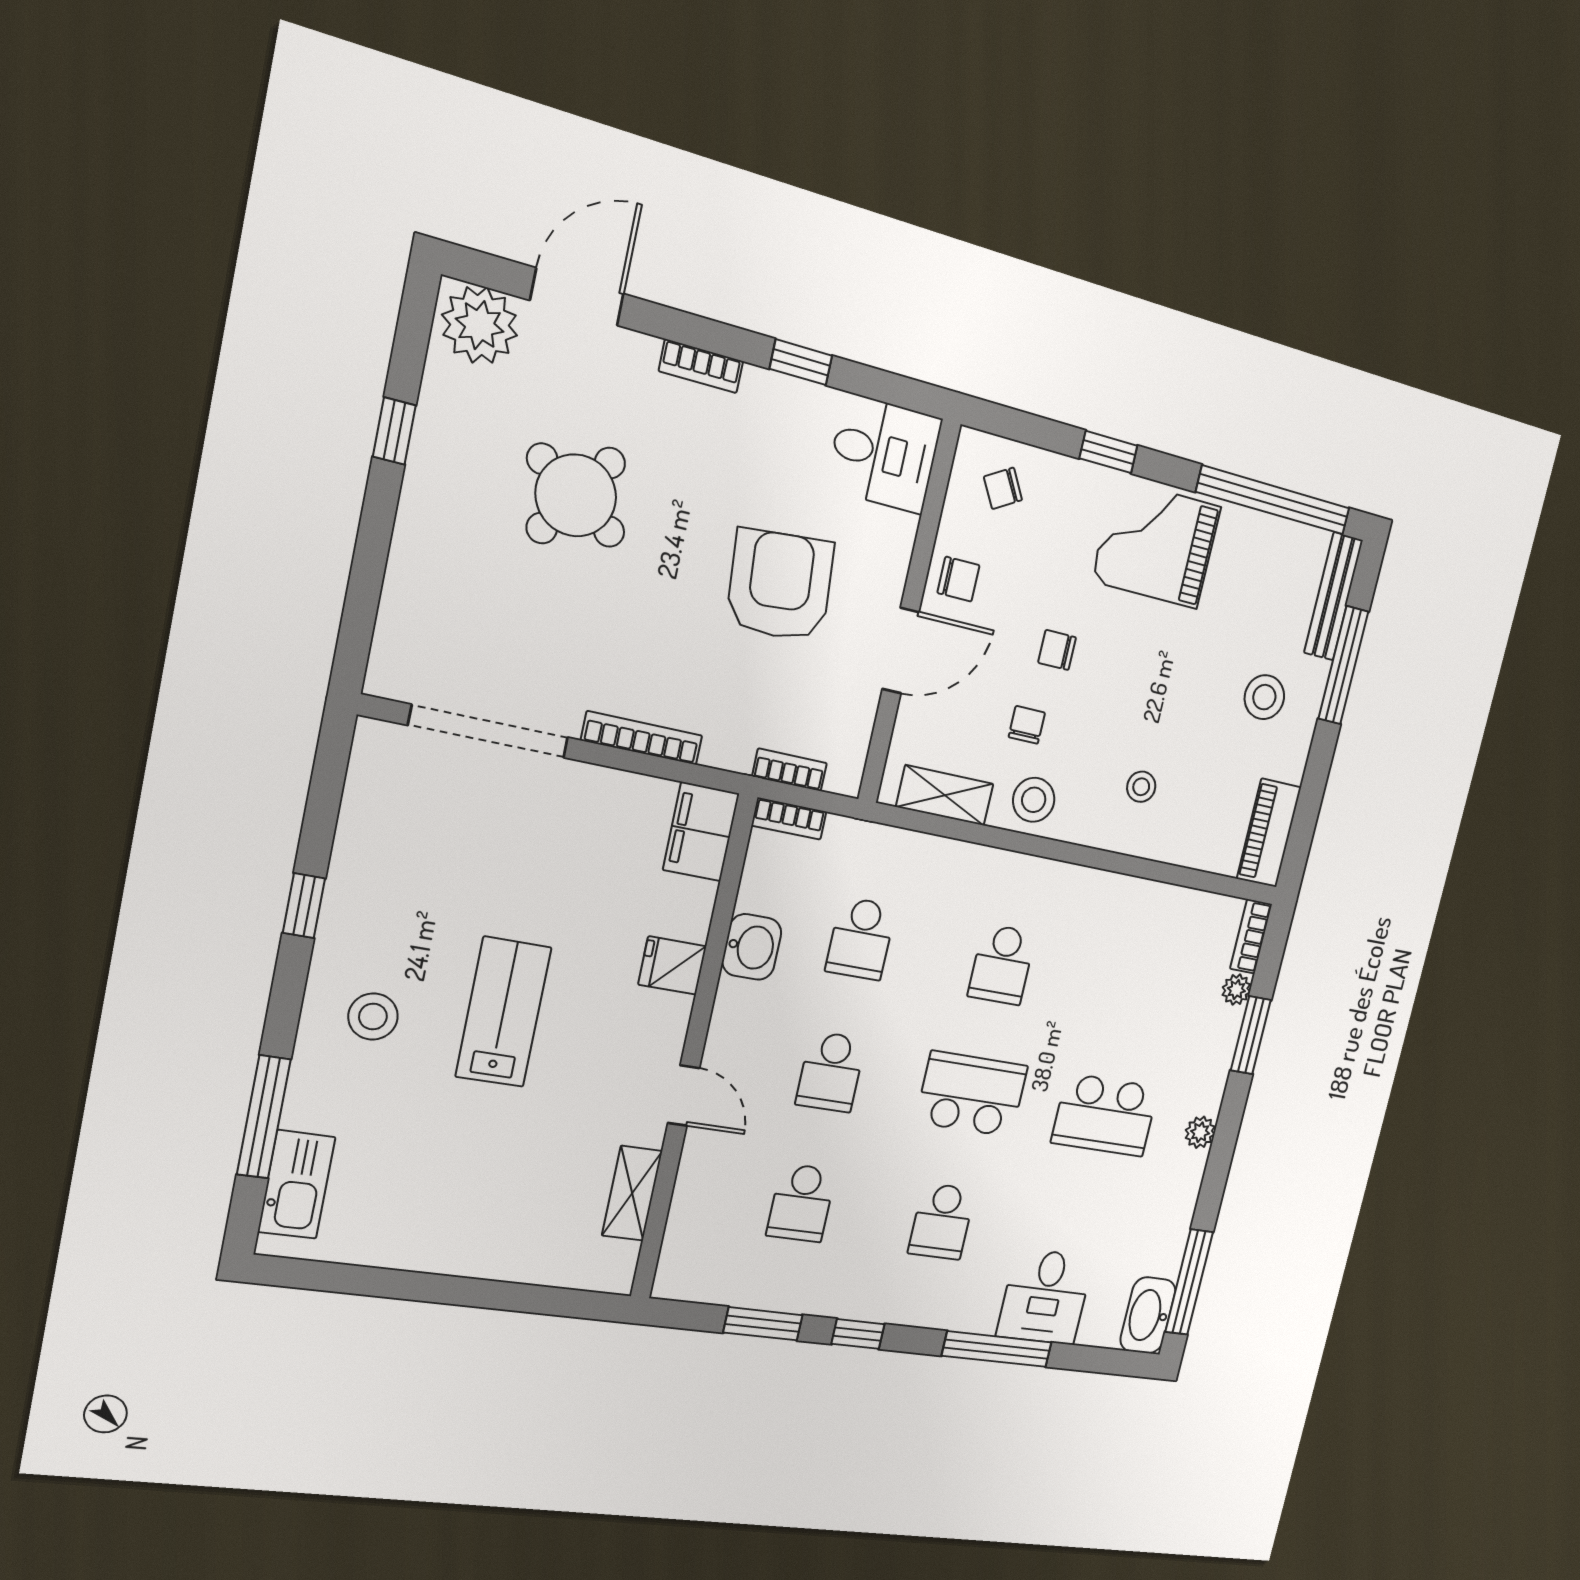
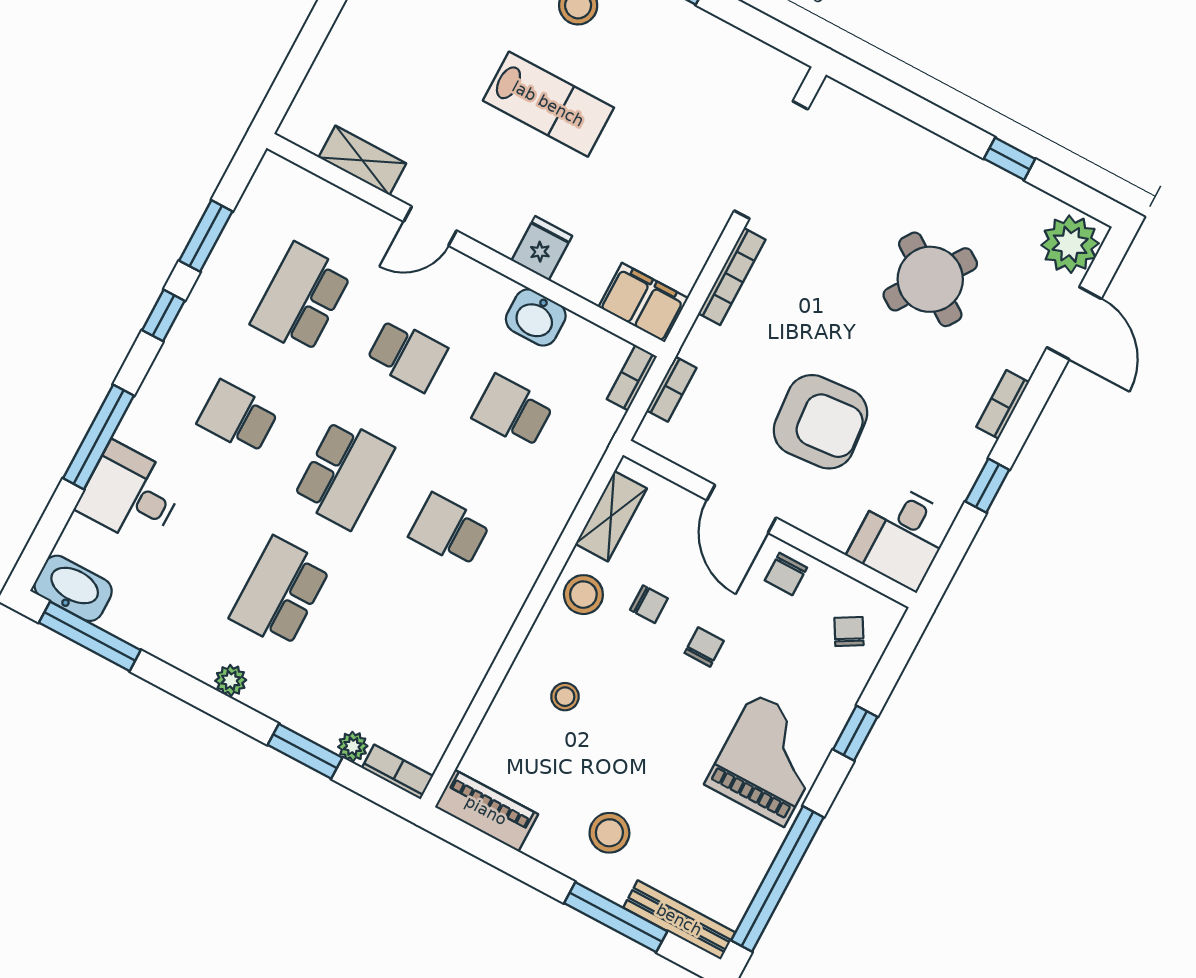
school desk: (831, 1072) -> (407, 355), turned 180
school desk: (801, 1203) -> (301, 298), width x1.85

